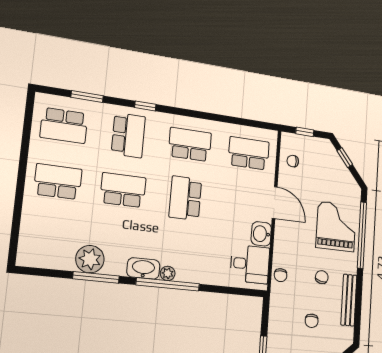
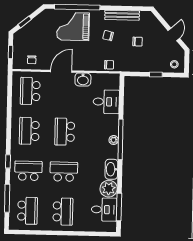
window: (87, 97) -> (7, 198), width x1.44
school desk: (58, 182) -> (63, 212), turned 180
school desk: (123, 190) -> (64, 172), turned 90
school desk: (185, 198) -> (65, 132), turned 90
desk: (56, 249) -> (104, 210), added
desk: (250, 264) -> (106, 102), moved, turned 90
washbasin: (143, 268) -> (111, 169), moved
window: (96, 277) -> (119, 207), moved

